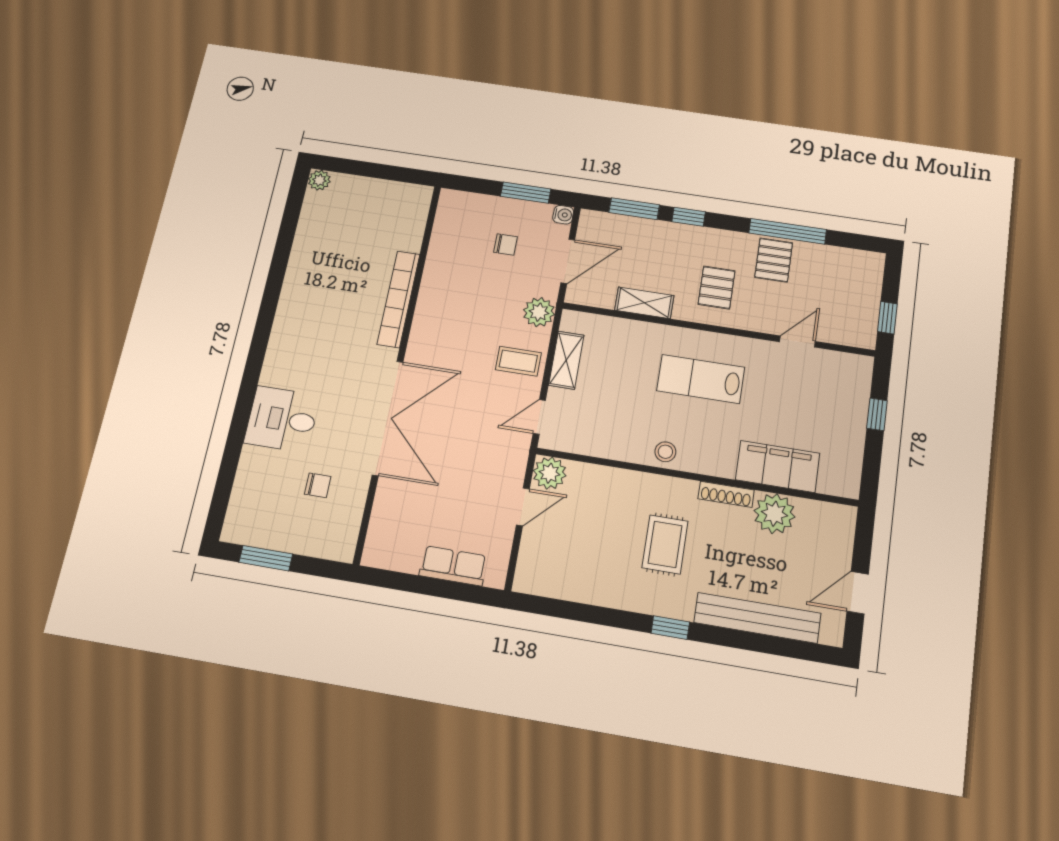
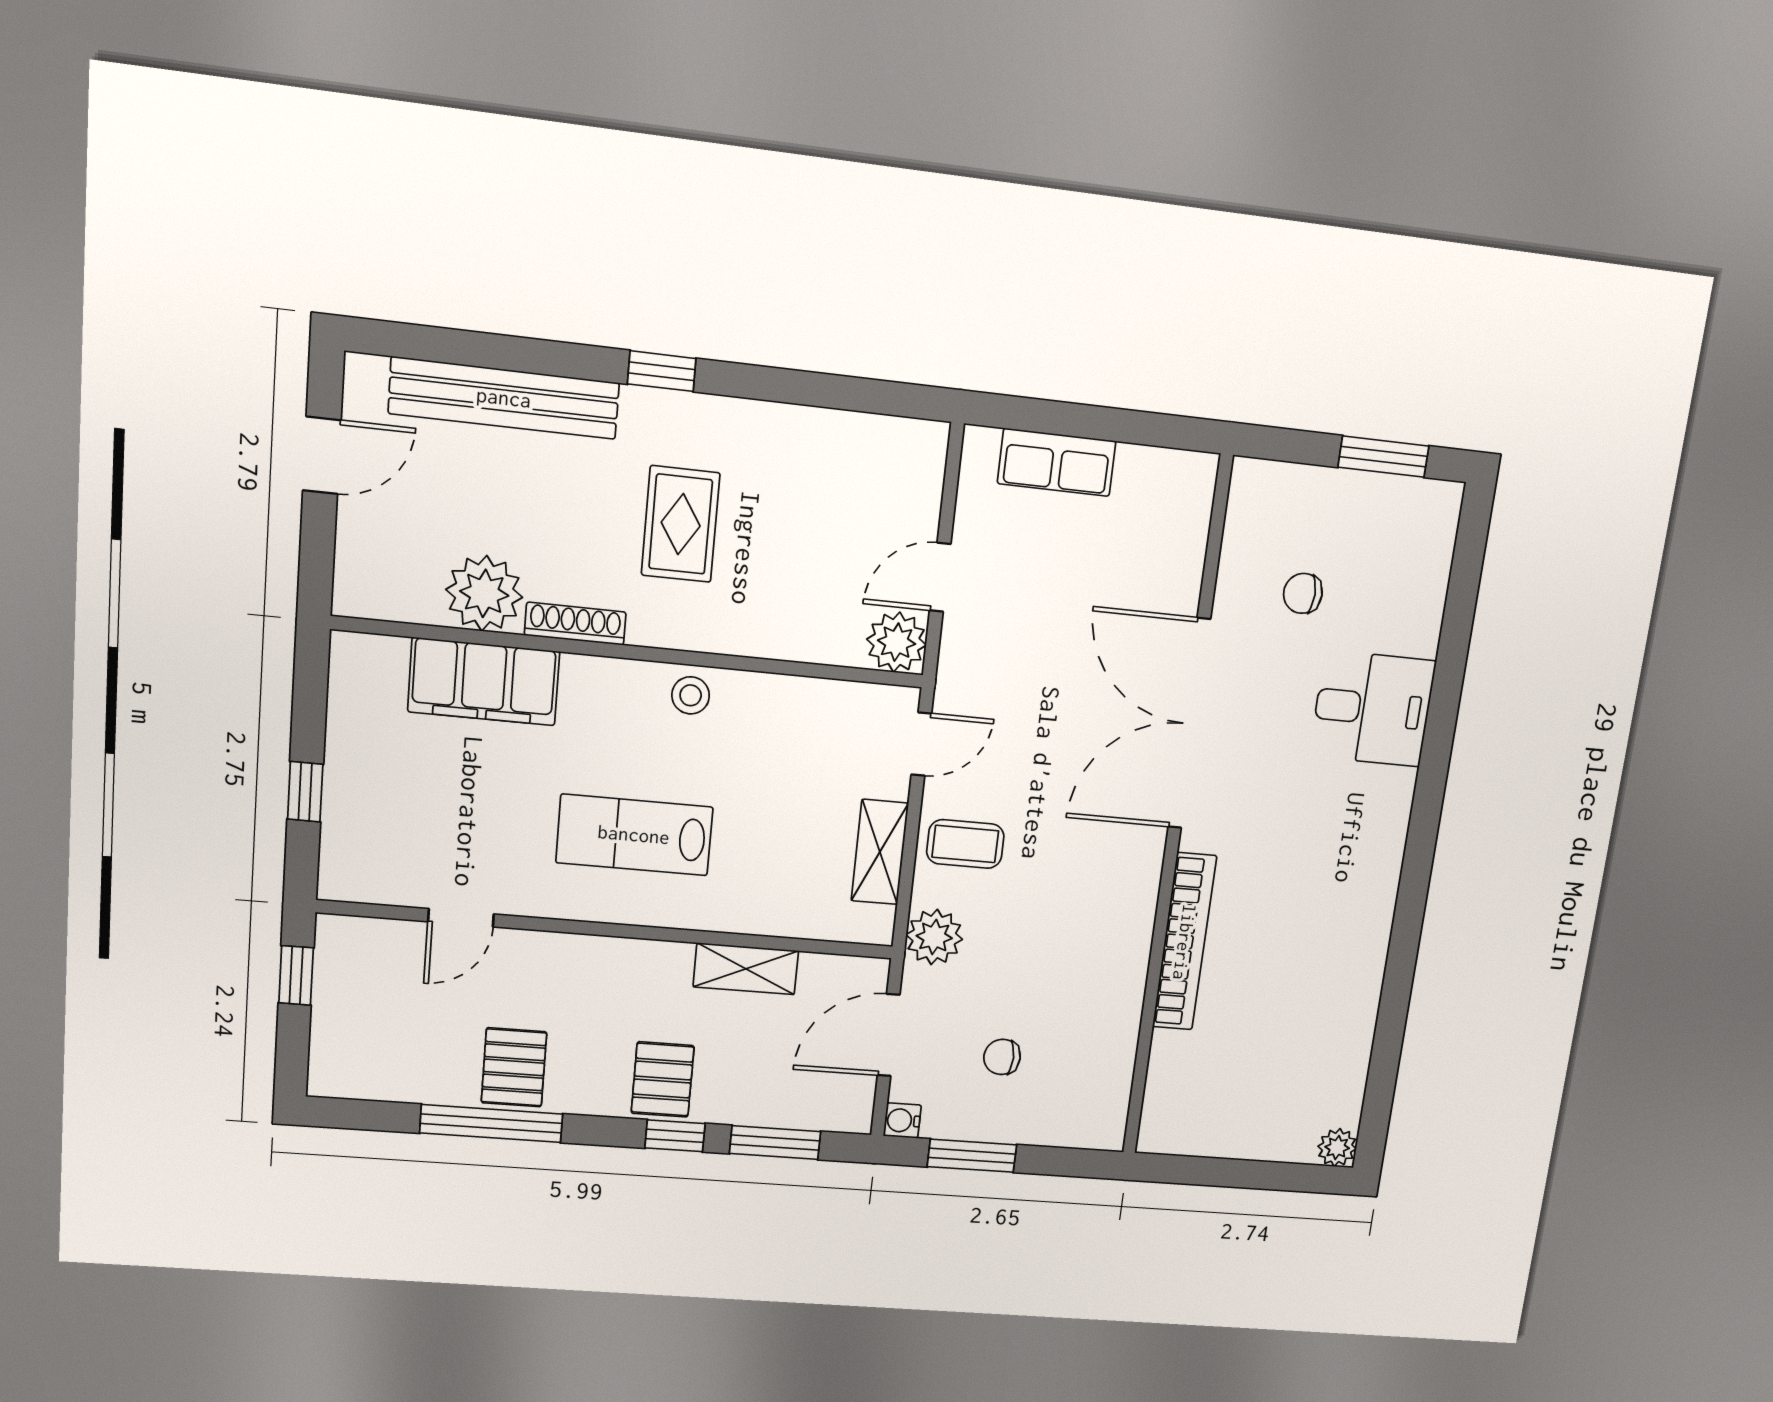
pallet: (717, 288) -> (663, 1080), moved
lab bench: (701, 379) -> (634, 835), turned 180

